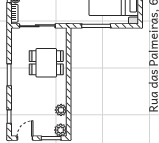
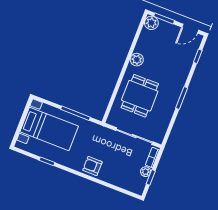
dining table: (46, 63) -> (140, 96), turned 90
plant: (61, 110) -> (137, 60), moved

